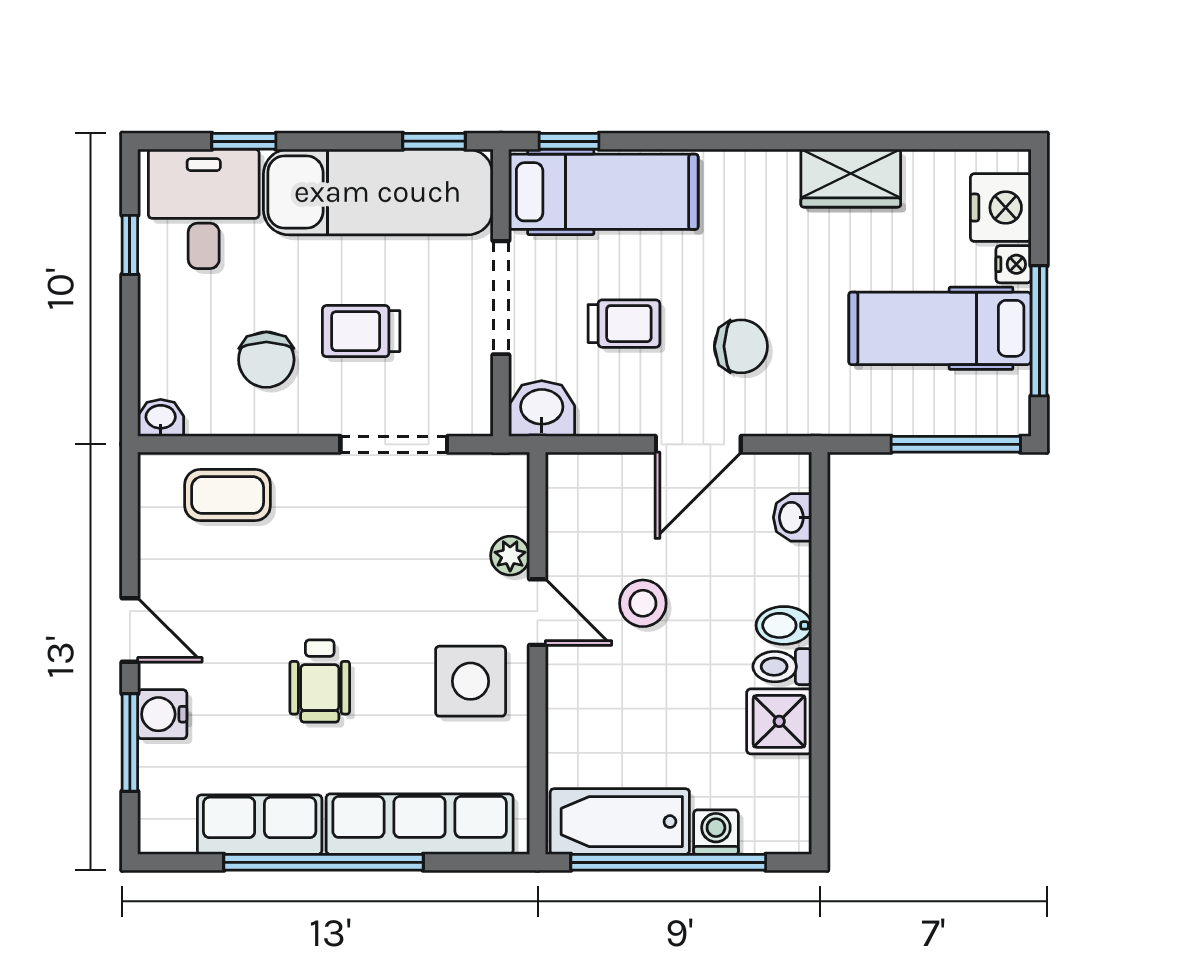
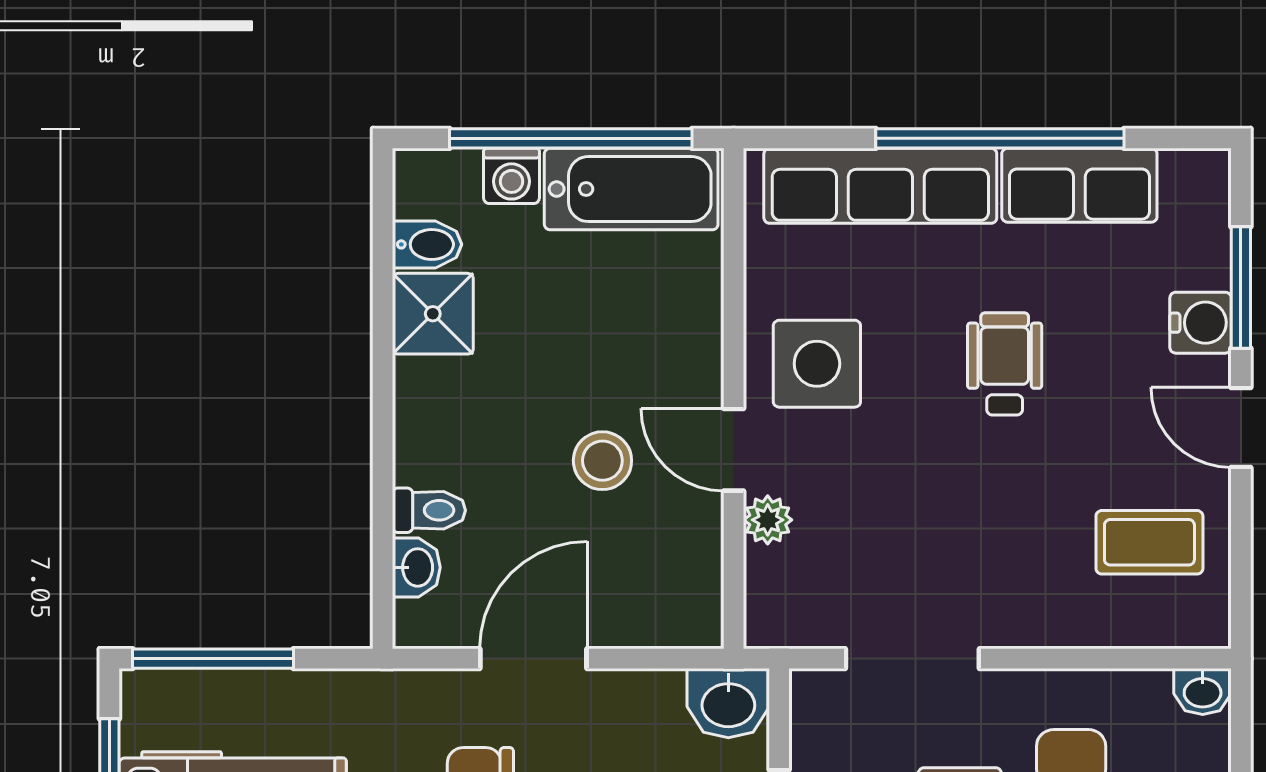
coffee table: (228, 495) -> (1149, 542), moved
bidet: (784, 625) -> (427, 244), moved
toilet: (782, 667) -> (429, 510), moved

